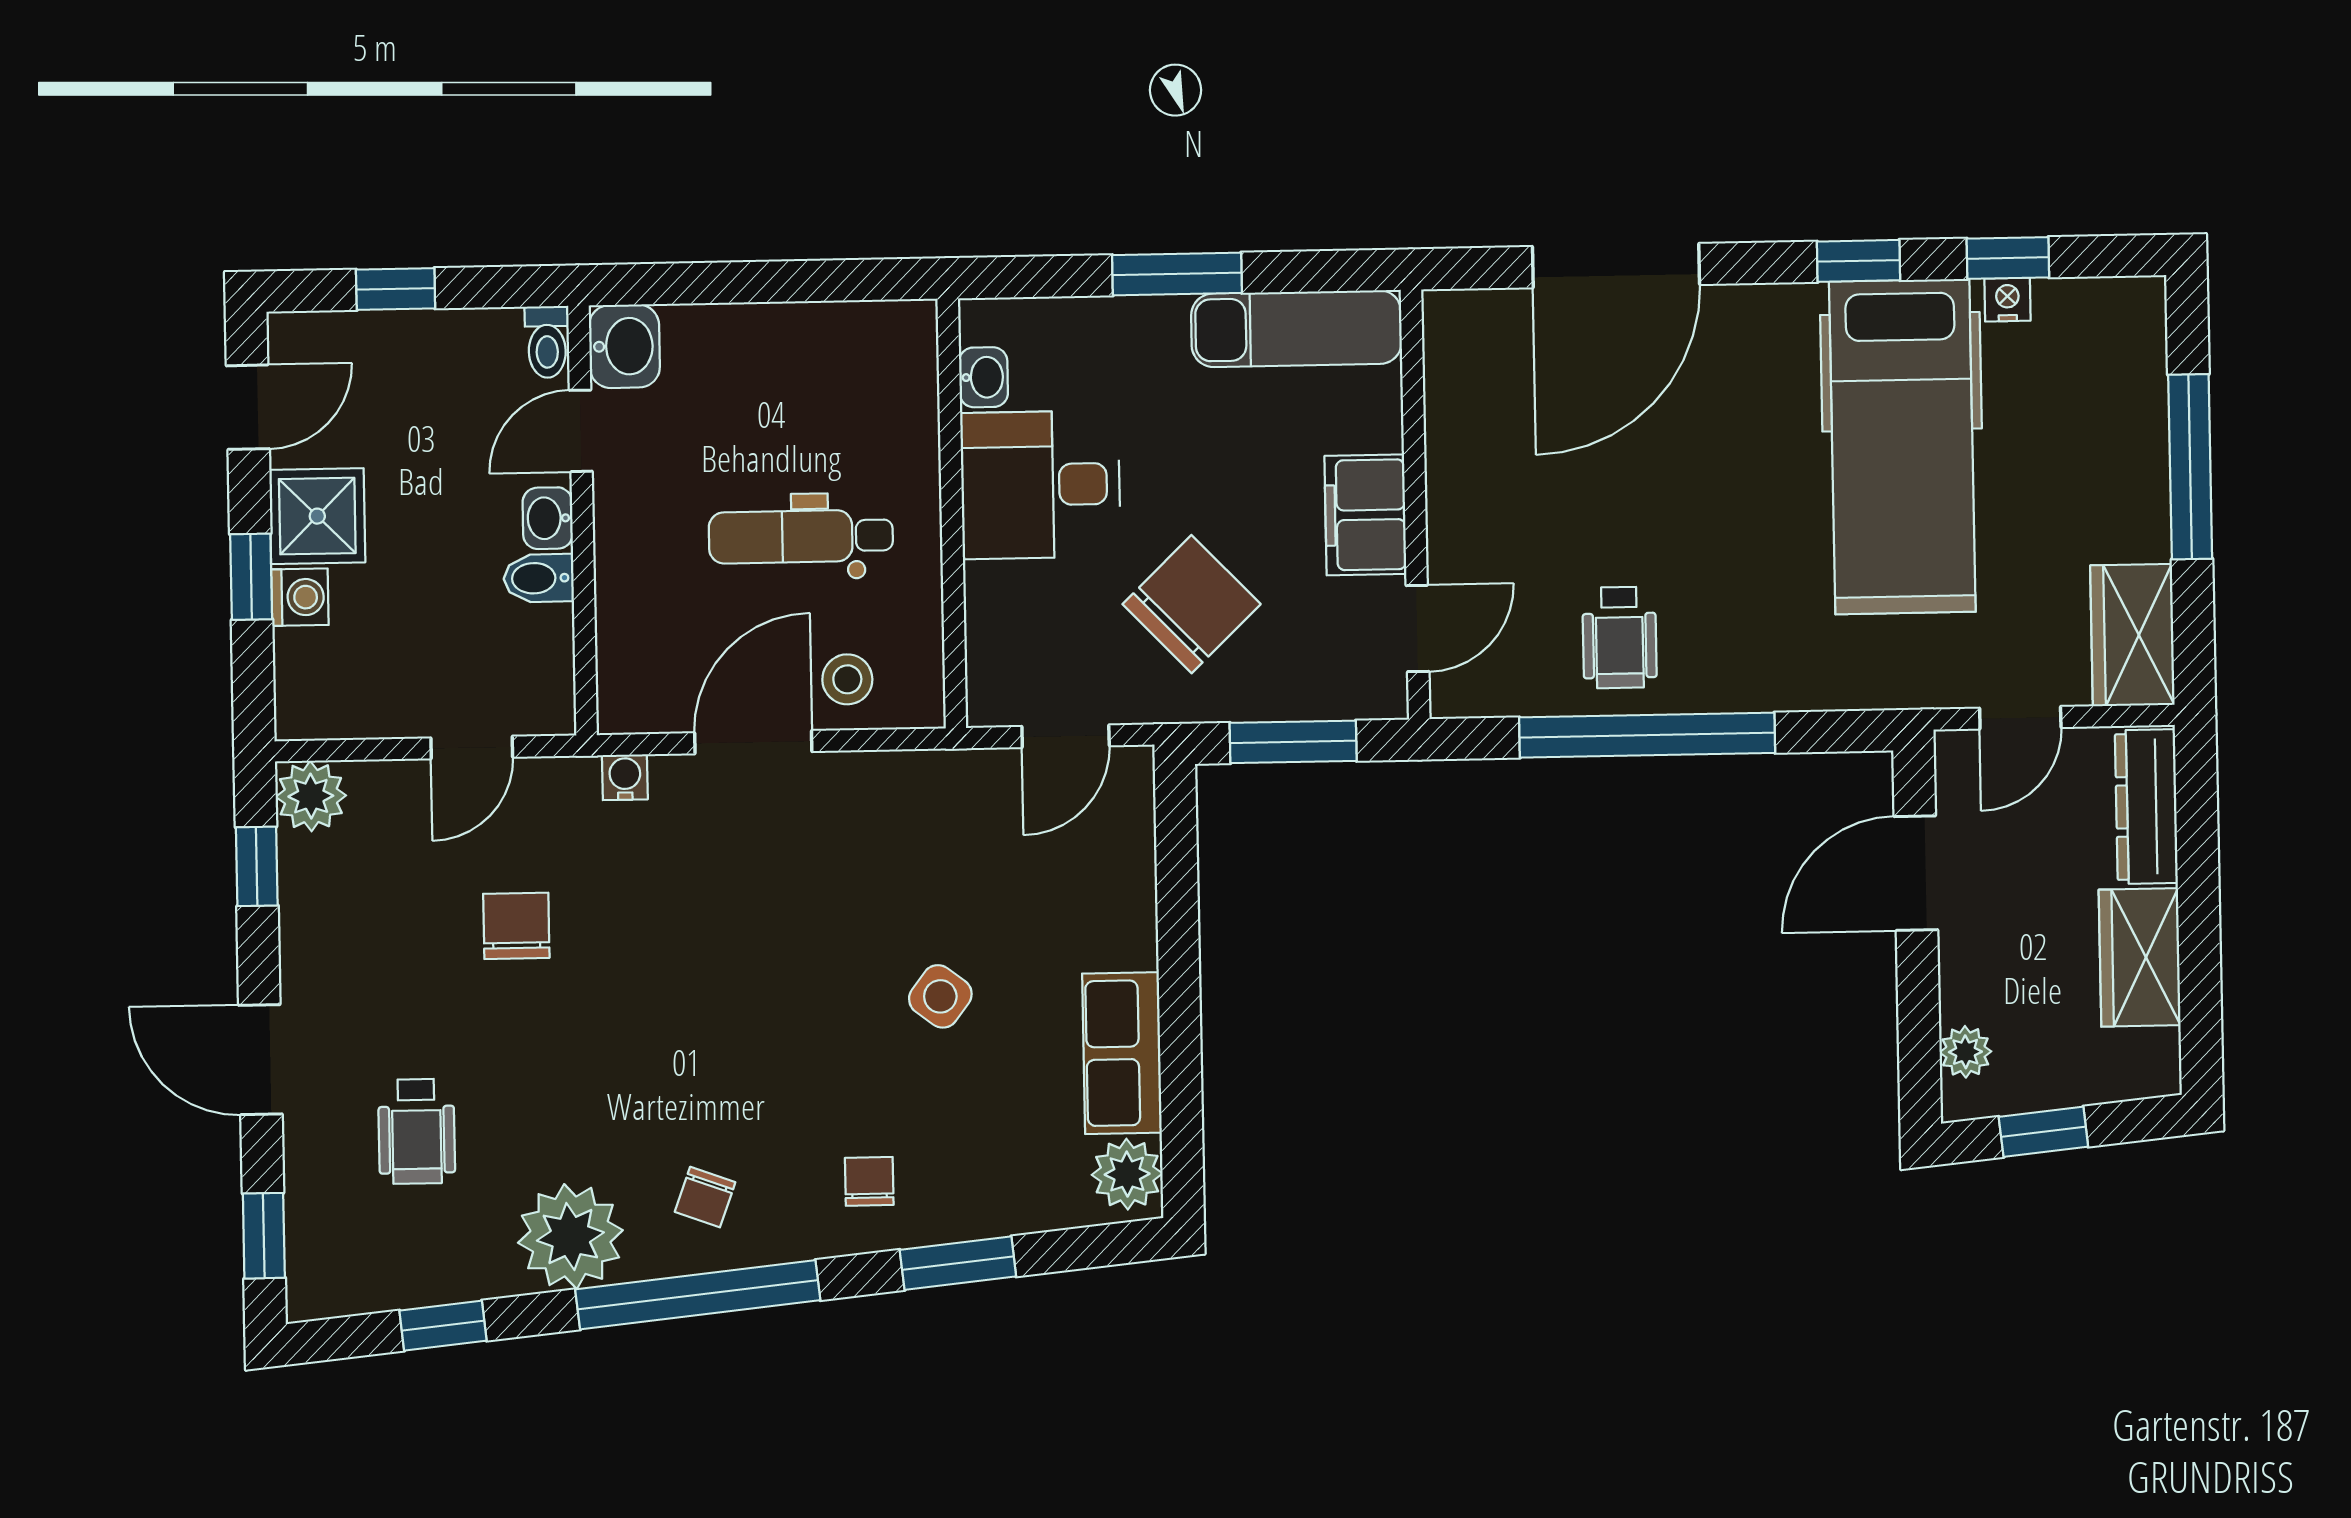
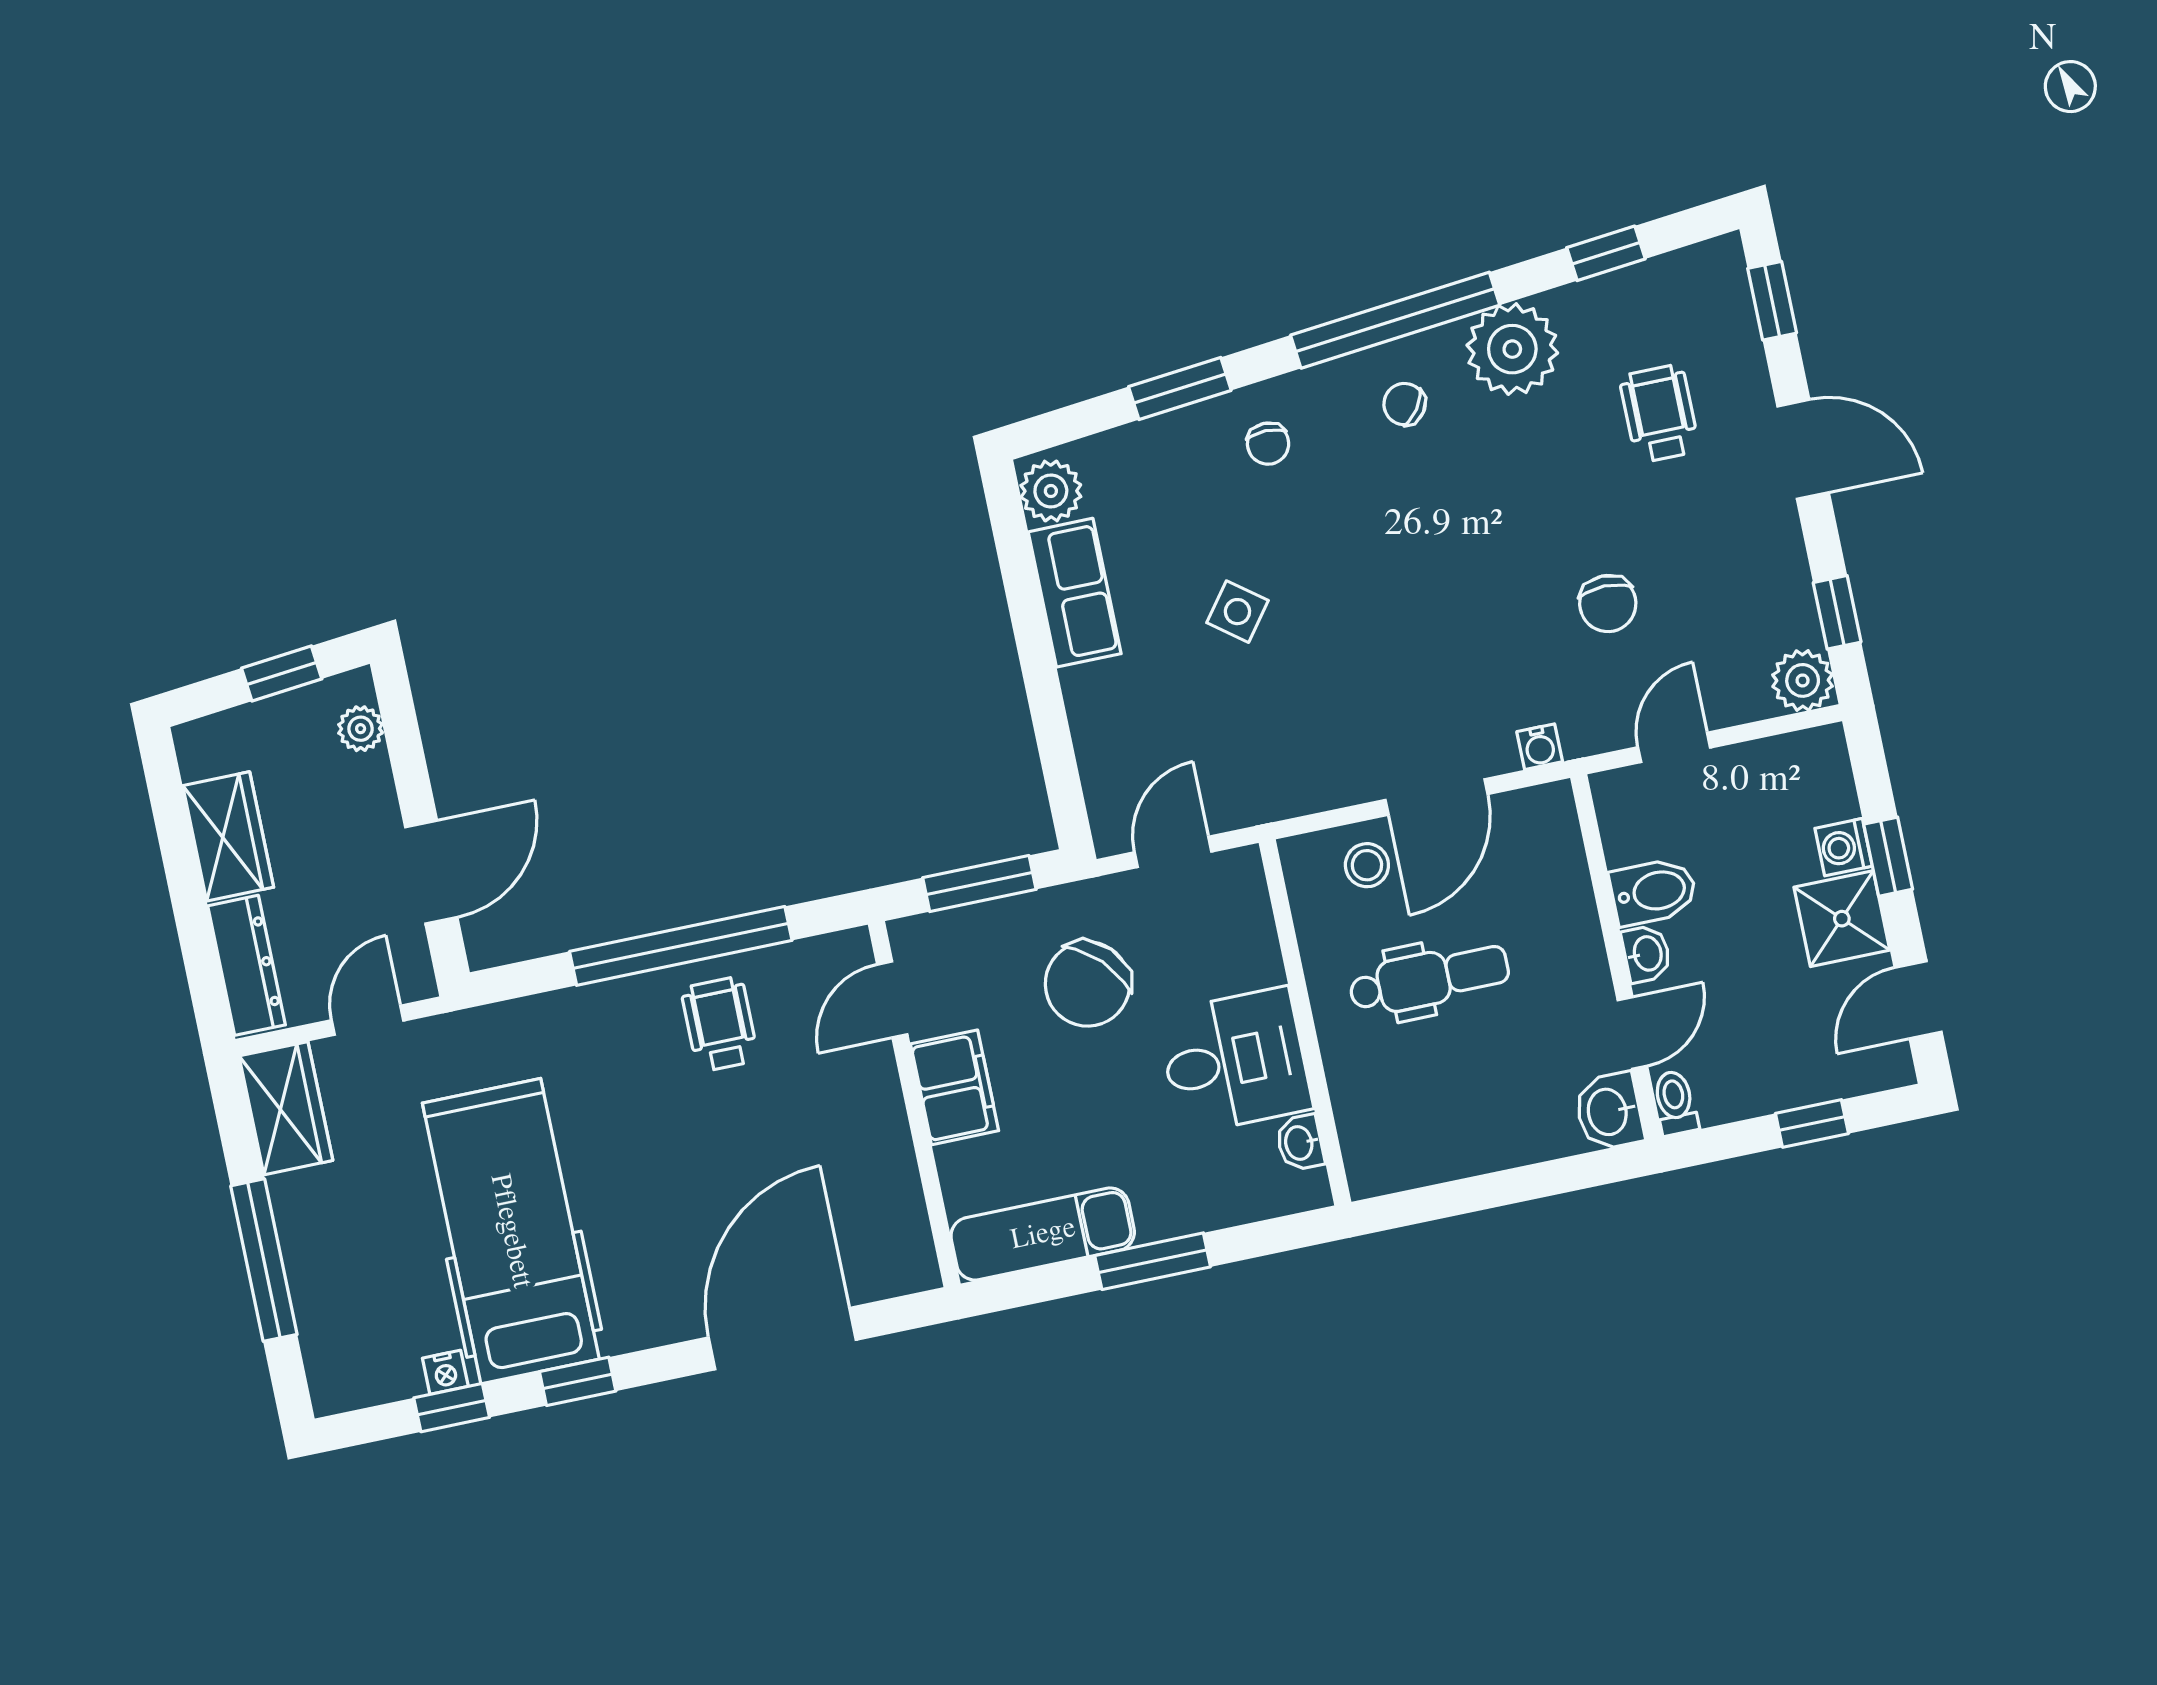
bidet: (539, 578) -> (1654, 892), width x1.38, depth x1.36
chair: (705, 1197) -> (1405, 404), turned -75

